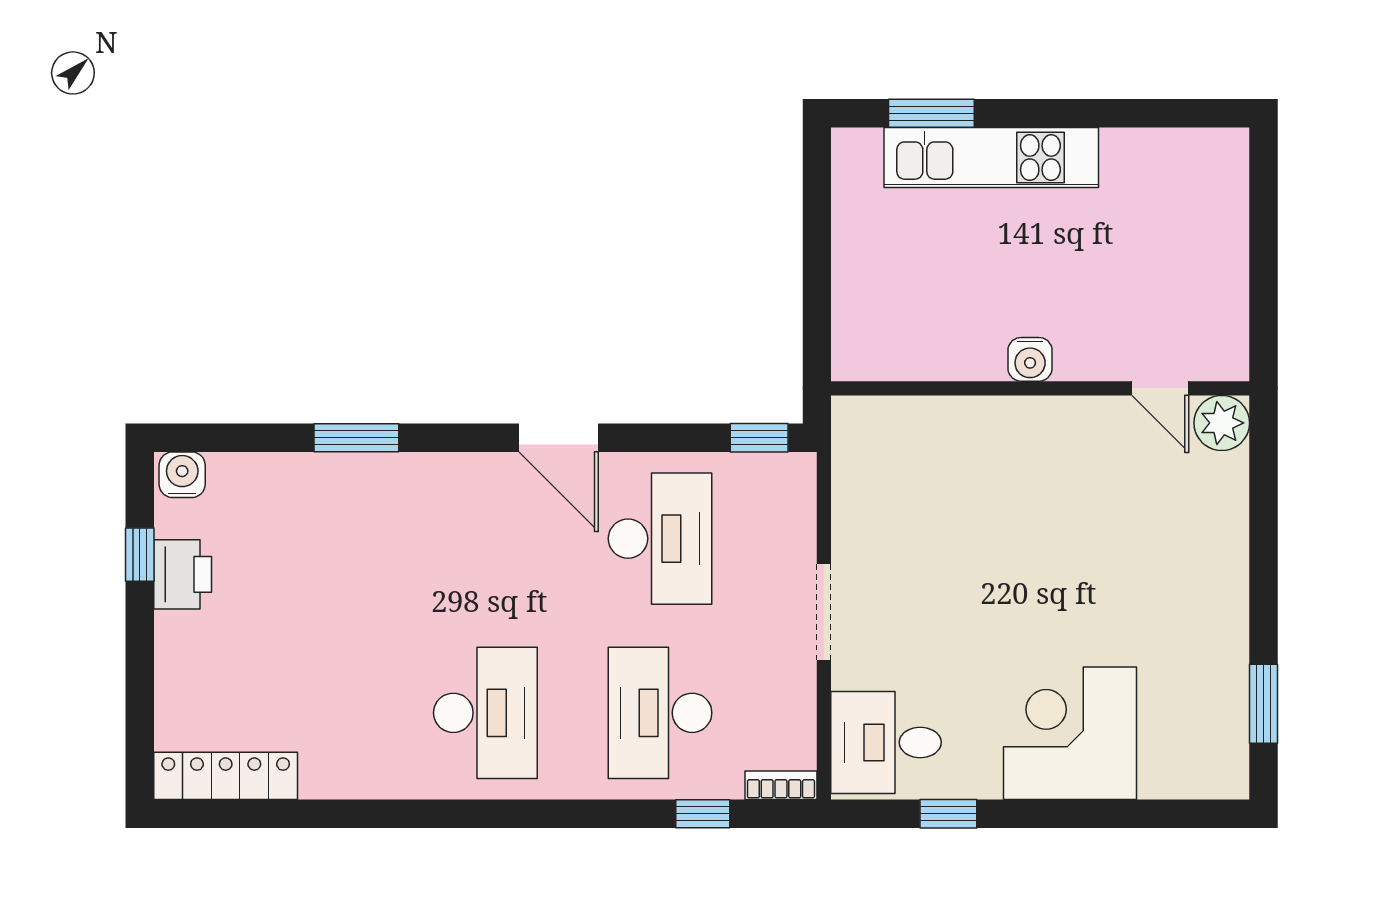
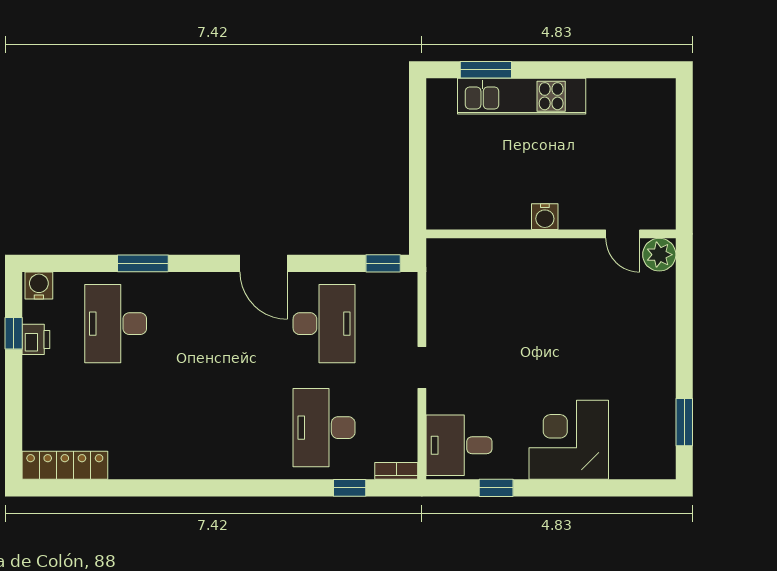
printer: (183, 574) -> (36, 339), width x0.73, depth x0.81
doorway: (824, 612) -> (422, 367), width x0.73
desk: (485, 713) -> (116, 324), moved, turned 180

